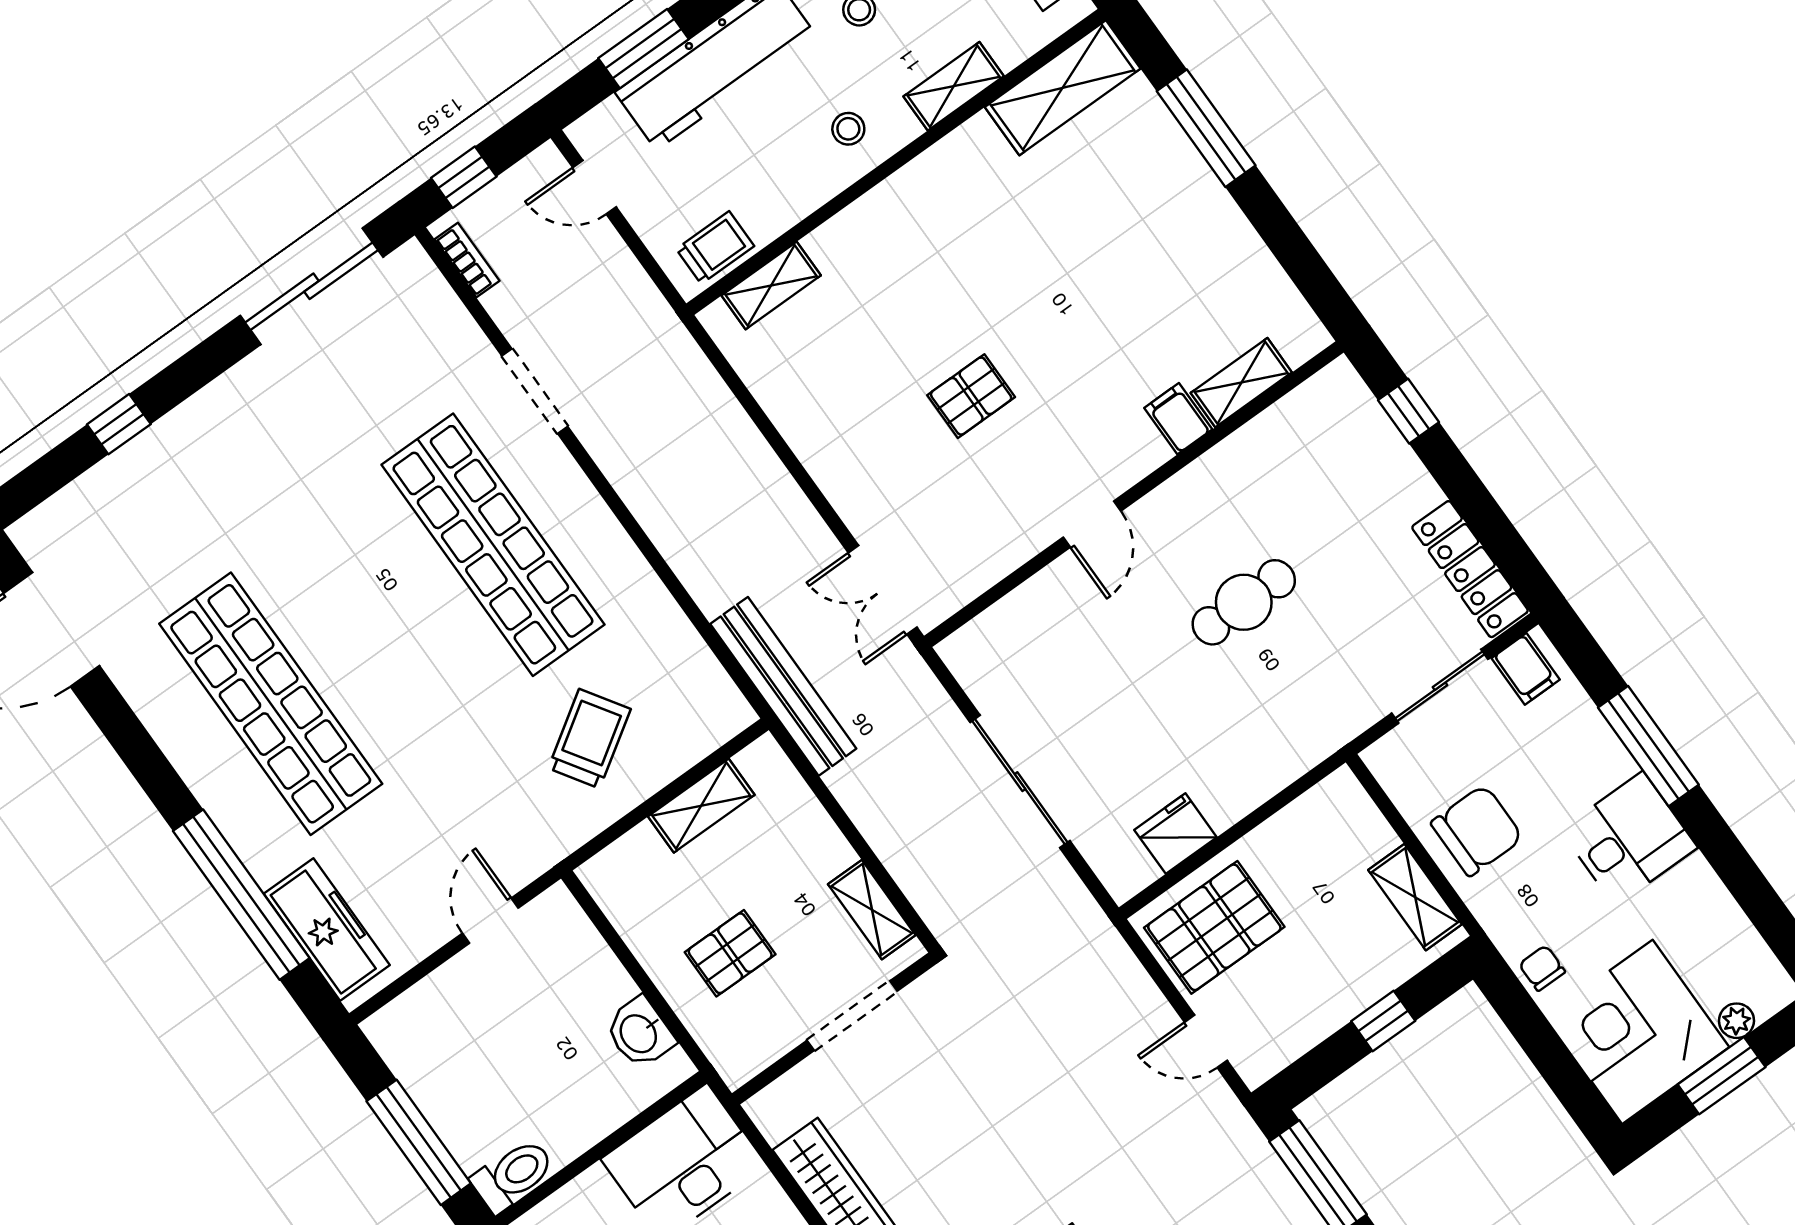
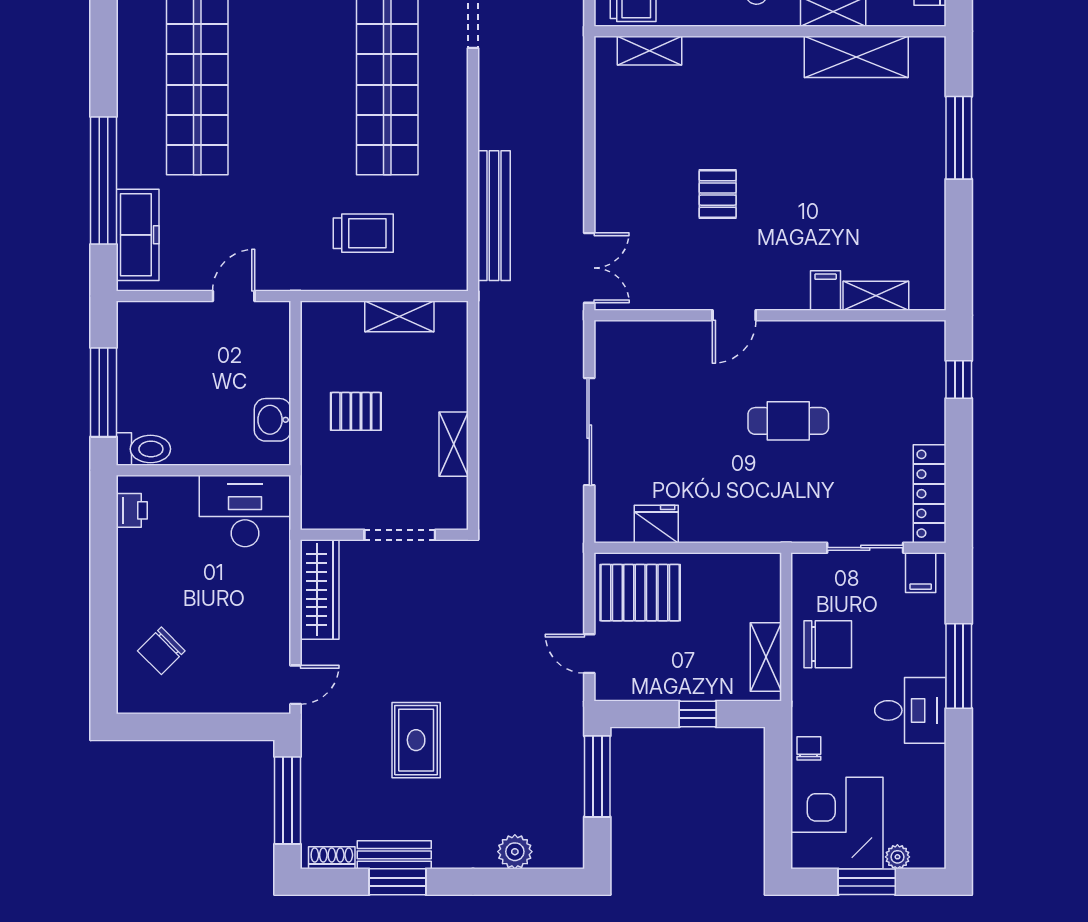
shelving: (1063, 88) -> (856, 57), moved
pallet: (971, 396) -> (718, 194), turned 90
double door: (883, 590) -> (589, 268), swing flipped
bench: (783, 686) -> (494, 216), moved
trolley: (589, 739) -> (363, 233), turned 33
doorway: (852, 1016) -> (400, 535), moved
wall: (834, 1029) -> (384, 535), moved

